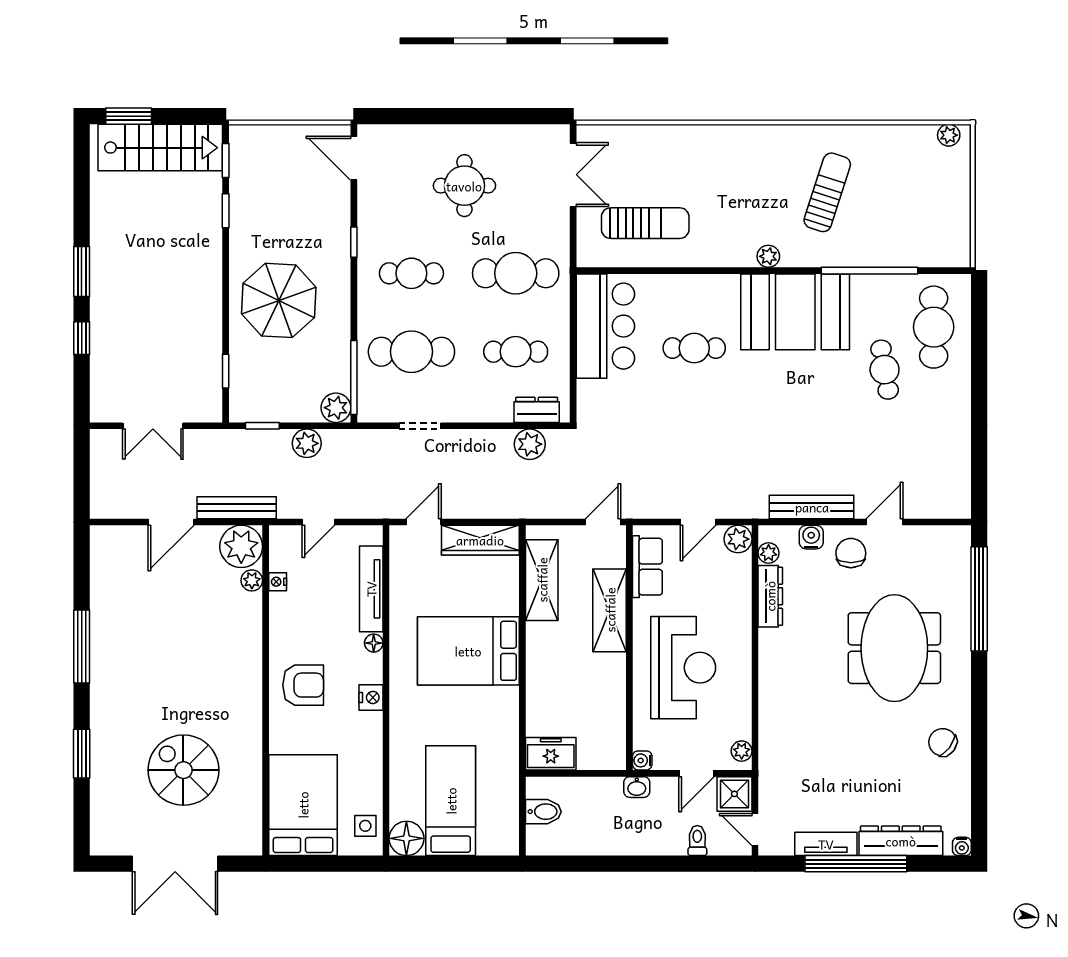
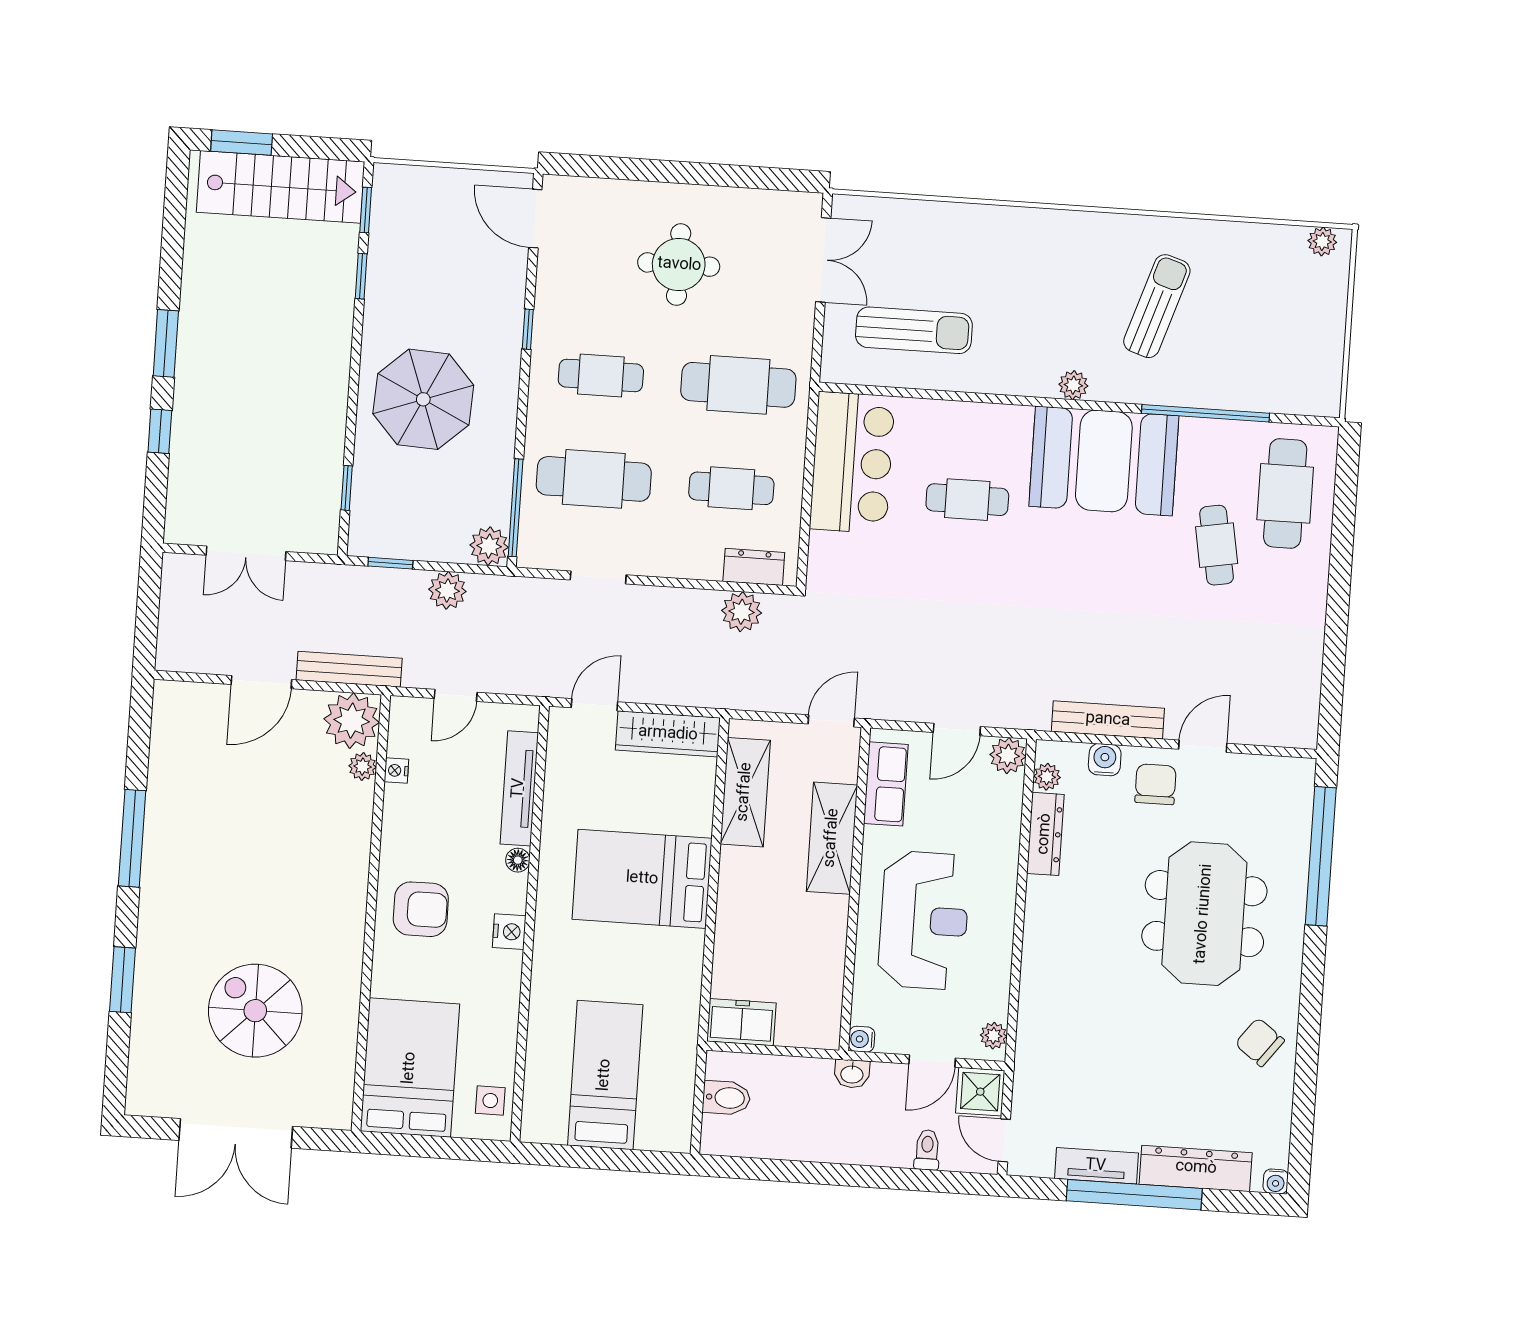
floor lamp: (406, 838) -> (543, 1121), removed

